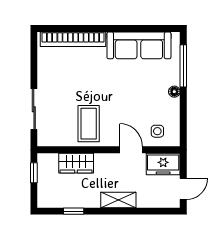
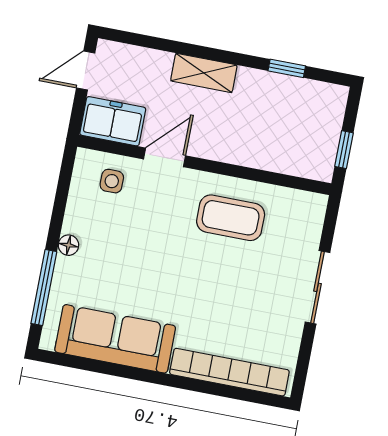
sliding door: (34, 109) -> (317, 287), moved
coffee table: (89, 124) -> (231, 218), turned 90
door: (131, 150) -> (164, 157), swing flipped
wardrobe: (76, 163) -> (266, 153), removed

